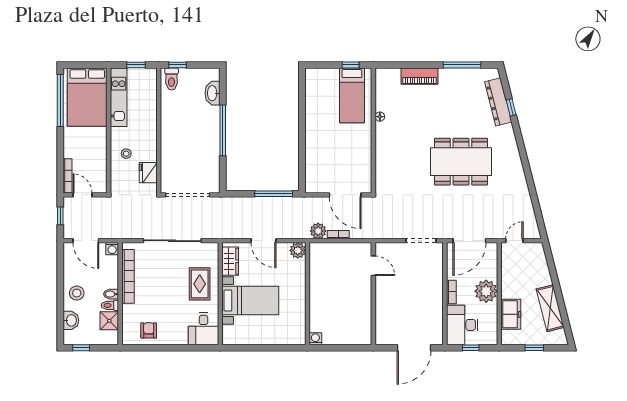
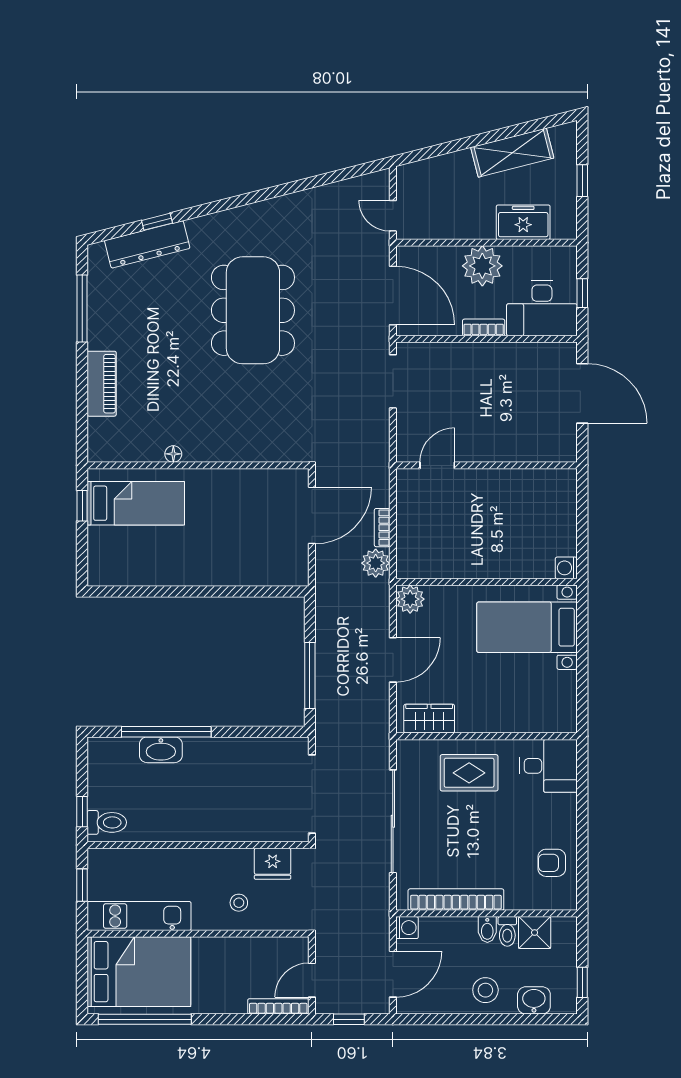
washbasin: (213, 93) -> (161, 750), moved
window: (223, 130) -> (166, 732), moved
window: (274, 194) -> (310, 676), moved
bed with nightstands: (250, 300) -> (527, 627), moved, turned -90

